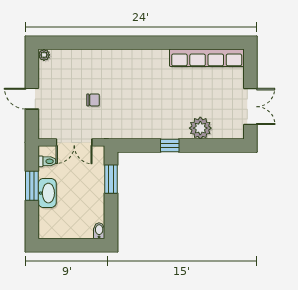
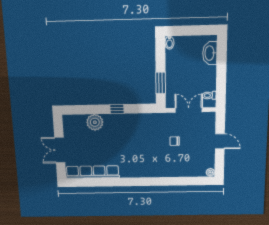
double door: (250, 107) -> (60, 150), moved
window: (32, 186) -> (221, 77), removed
washbasin: (47, 193) -> (210, 53), moved

